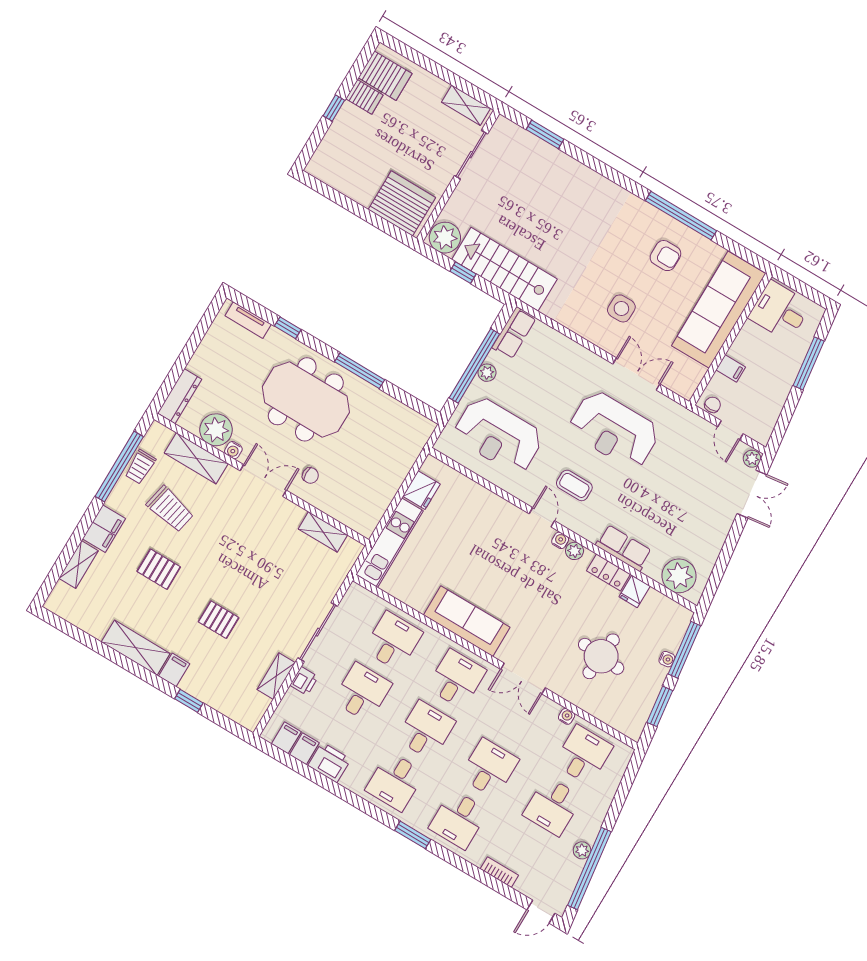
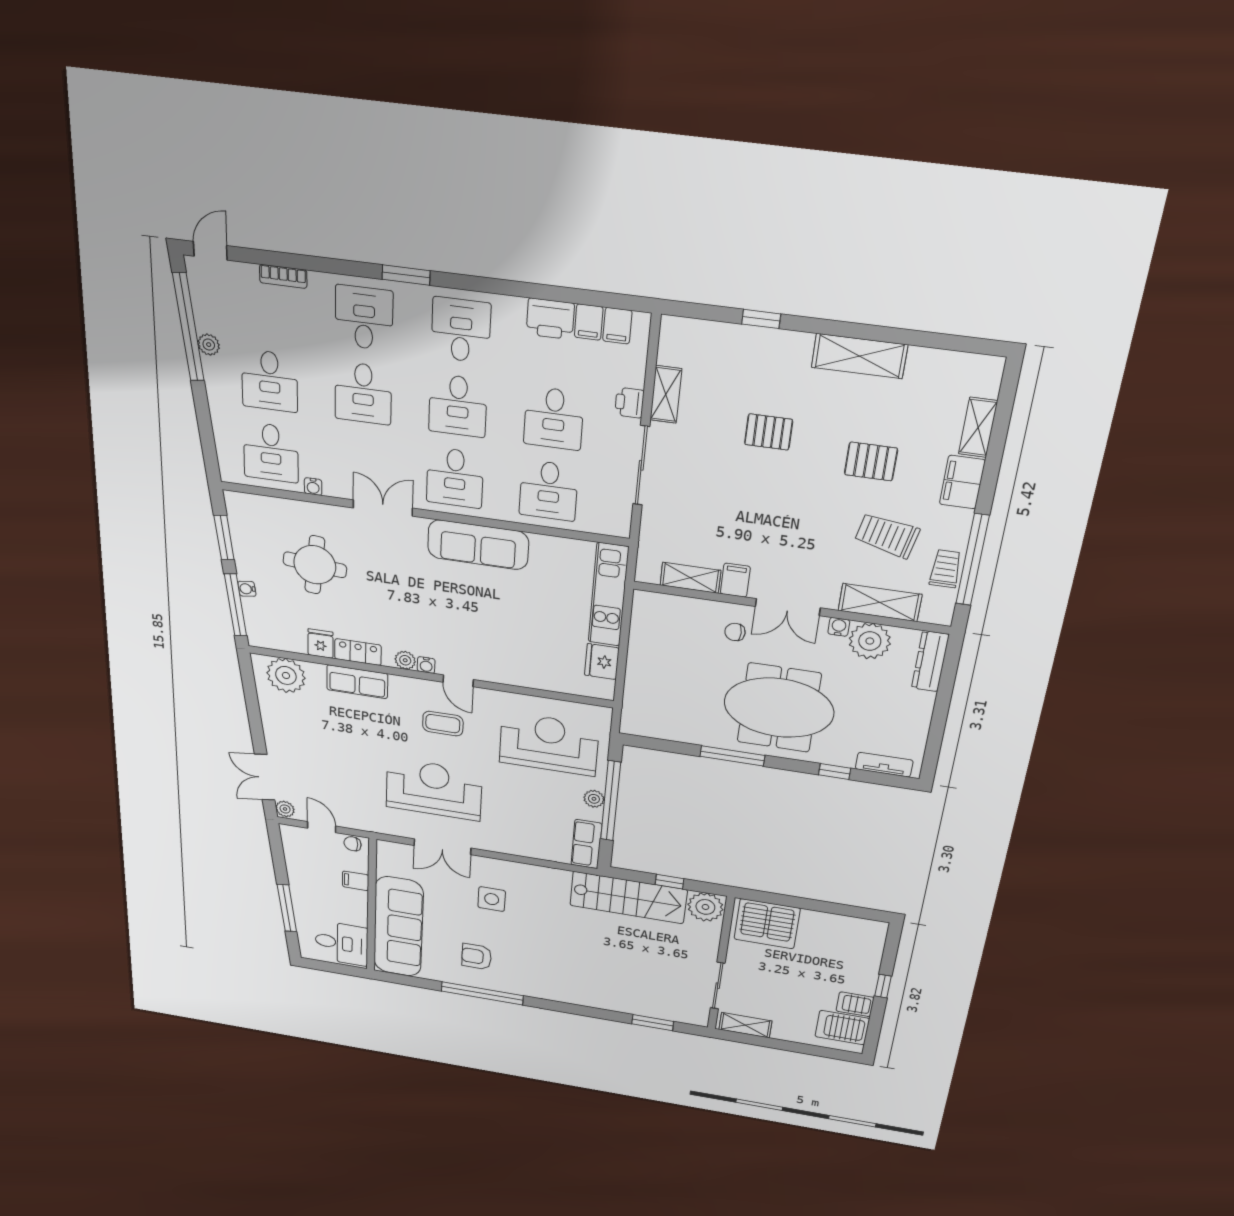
chair: (713, 405) -> (353, 844), turned 90
filing cabinet: (174, 670) -> (735, 580), moved, turned 180
desk: (553, 806) -> (270, 381), turned 180

